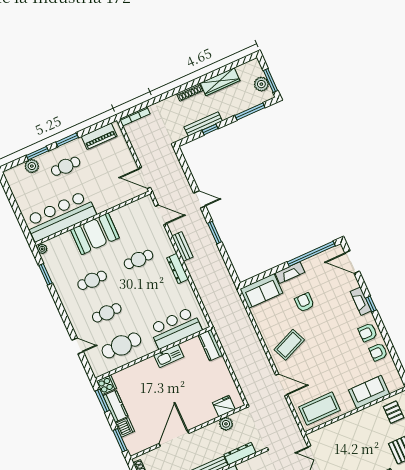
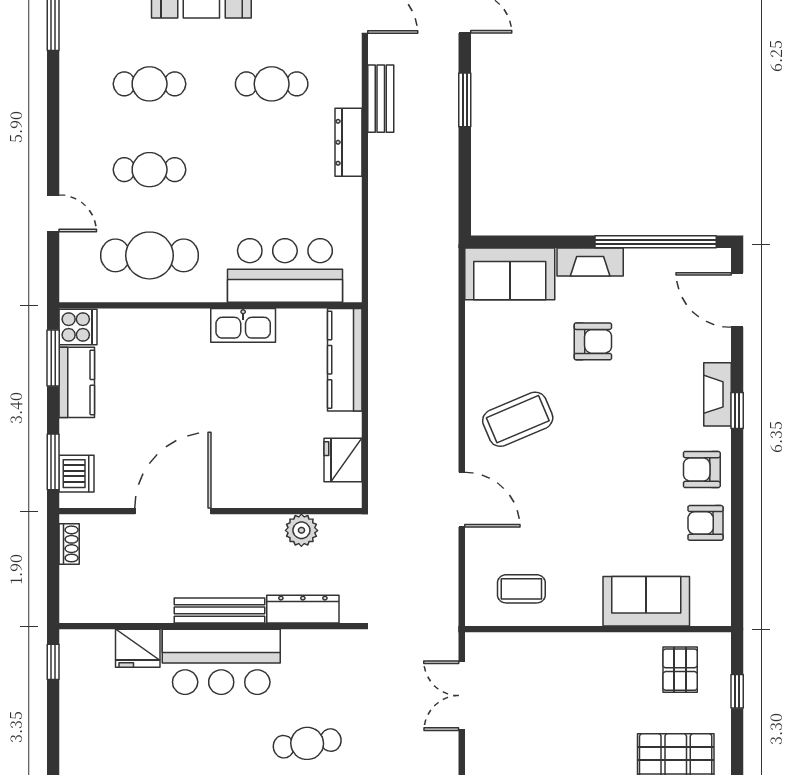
armchair: (304, 302) -> (593, 341), turned 90
kitchen counter: (210, 345) -> (345, 360), width x1.50
fridge: (224, 406) -> (343, 460), moved, turned -90
coffee table: (320, 409) -> (521, 589), width x0.54, depth x0.58
dishwasher: (125, 427) -> (77, 474), moved

